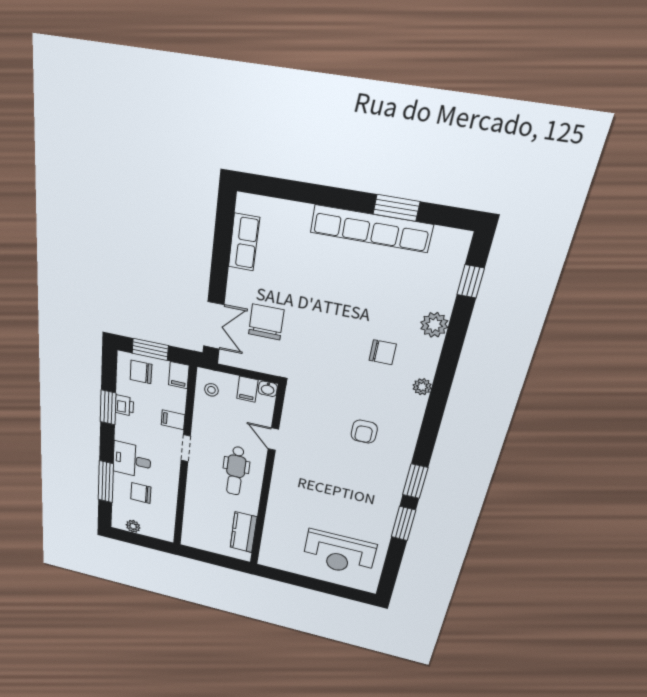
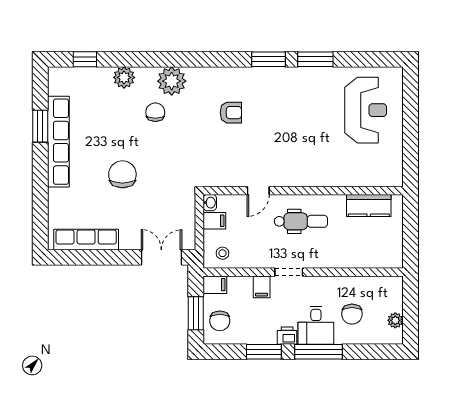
row of seats: (244, 242) -> (86, 239), width x1.48
chair: (266, 322) -> (122, 174), moved, turned 90
plant: (422, 387) -> (172, 81), width x1.88, depth x1.88
printer: (124, 405) -> (287, 336), moved
window: (106, 482) -> (319, 352), moved

